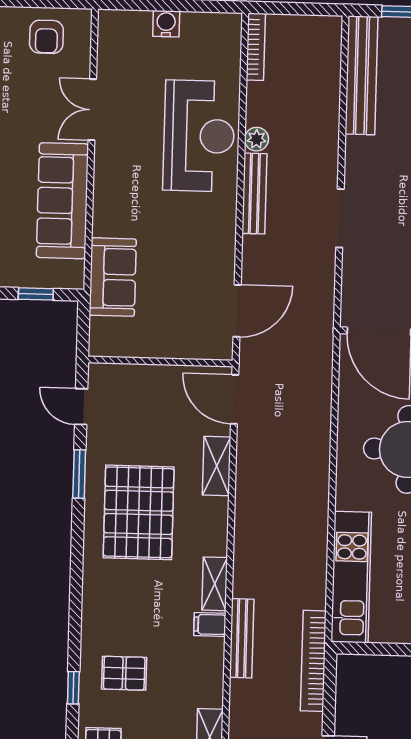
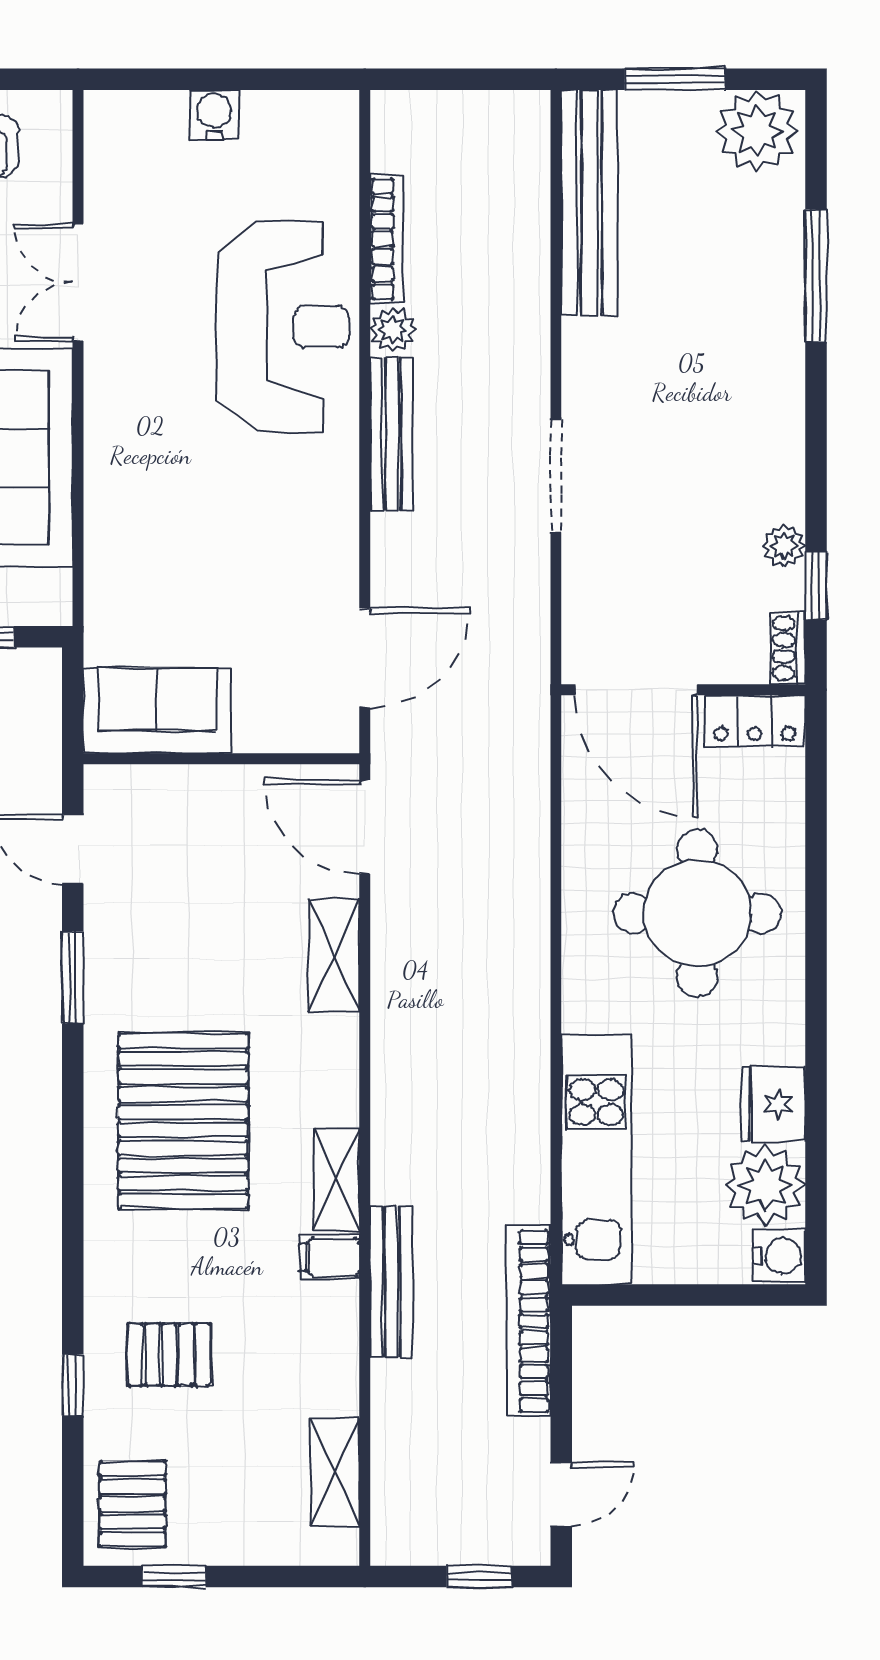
bookcase: (256, 47) -> (386, 239), moved
sofa: (113, 277) -> (157, 711), moved, turned -90
pallet: (139, 512) -> (183, 1121), moved

